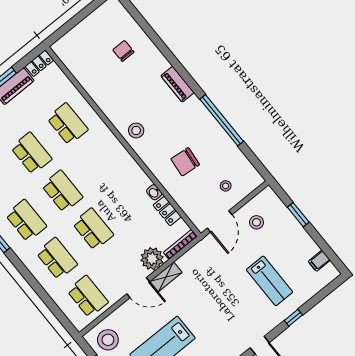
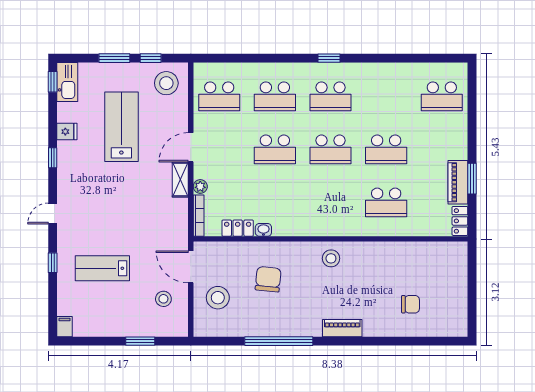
stool: (226, 186) -> (218, 298), width x1.89, depth x1.89
plant: (152, 259) -> (200, 186), width x0.53, depth x0.53
filing cabinet: (319, 261) -> (65, 327), moved

